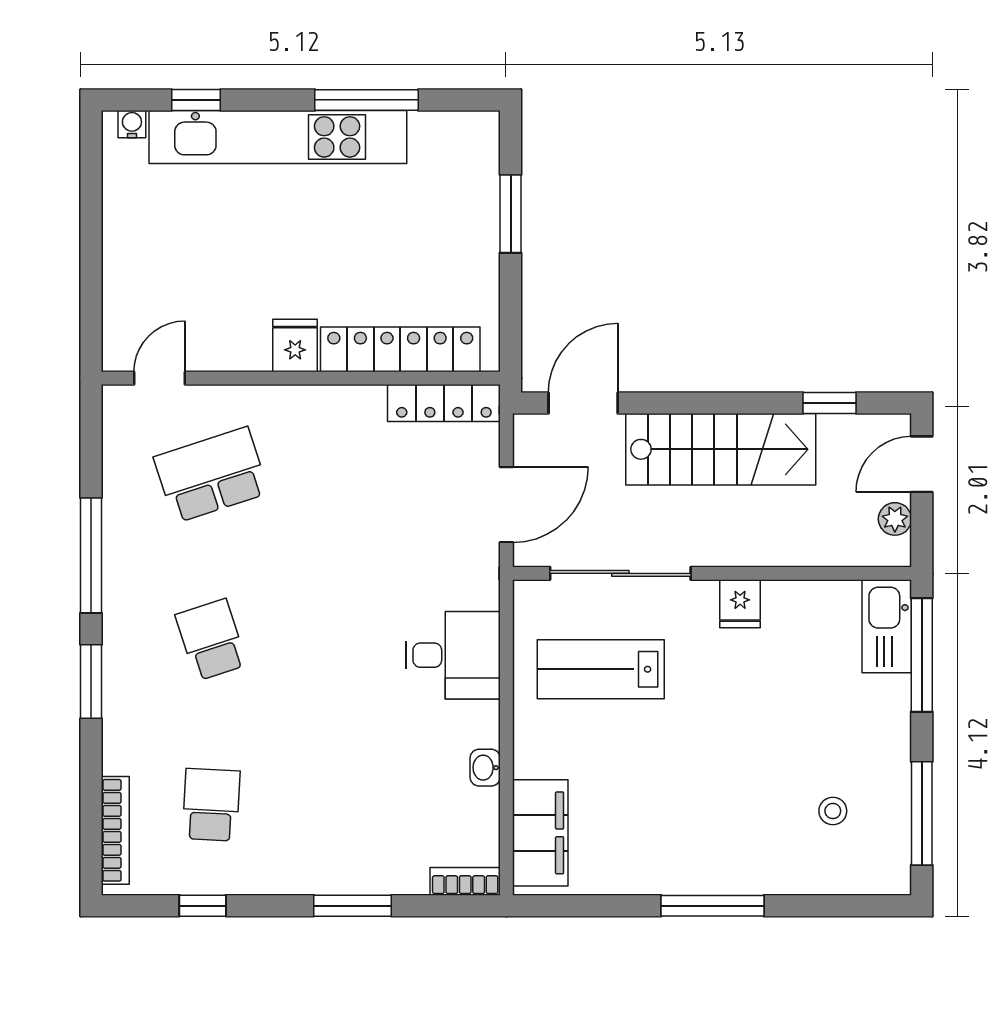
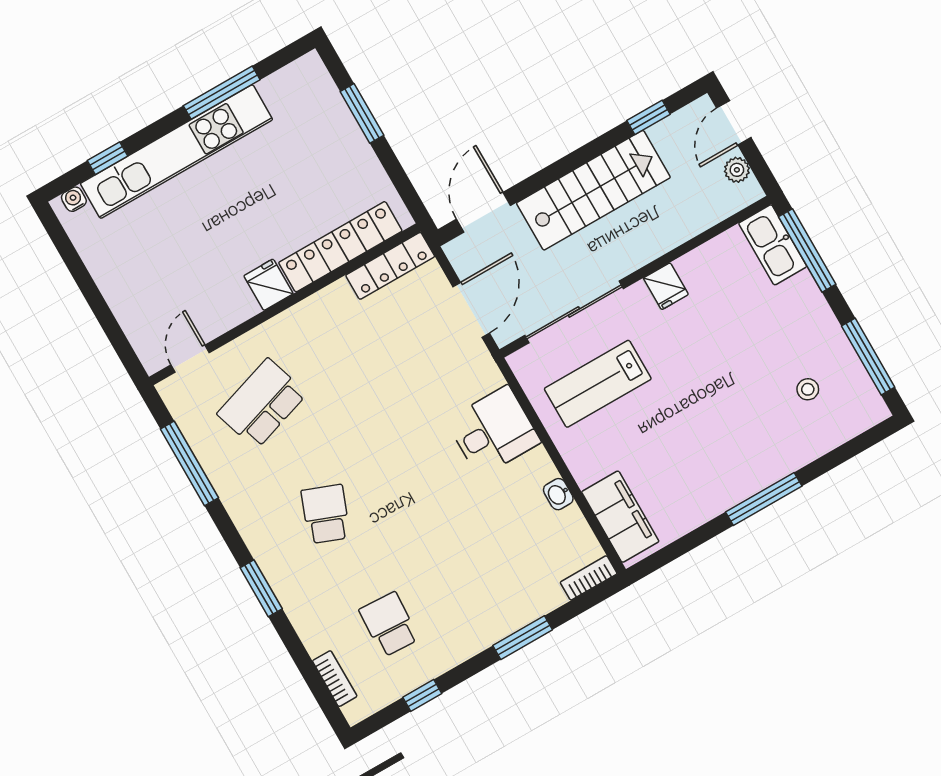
window: (91, 555) -> (189, 463), moved
school desk: (211, 640) -> (326, 514), turned 39
bookcase: (115, 830) -> (335, 679), width x0.64

